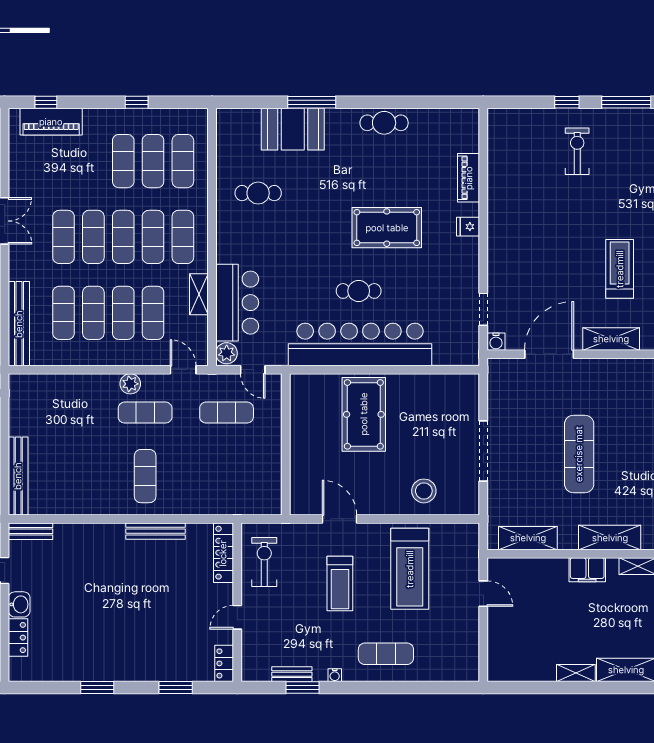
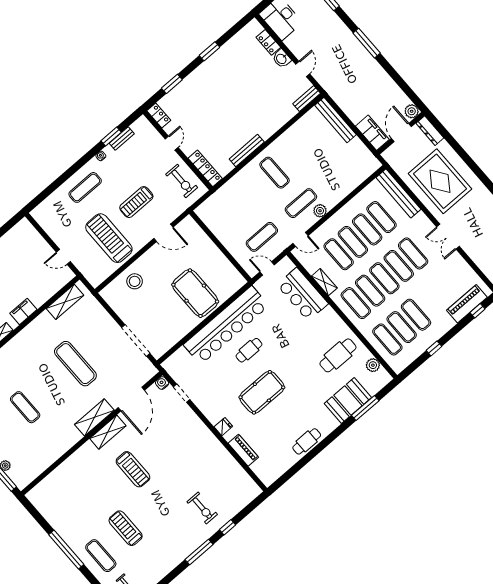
window: (312, 102) -> (365, 408), moved
cafe table: (258, 193) -> (338, 355), width x1.37, depth x1.35
plant: (227, 353) -> (373, 365), moved
doorway: (483, 451) -> (136, 340), moved
shelving: (610, 538) -> (94, 417), moved
treadmill: (340, 584) -> (136, 202), turned -90

